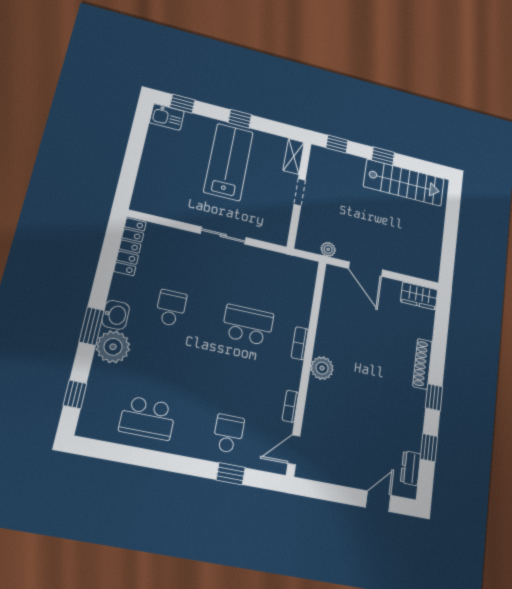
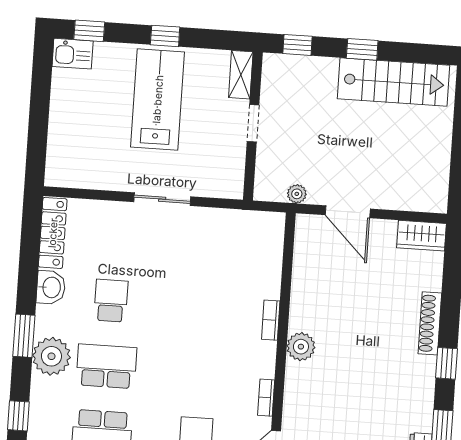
washbasin: (116, 315) -> (51, 287), moved
school desk: (248, 325) -> (106, 366), moved

